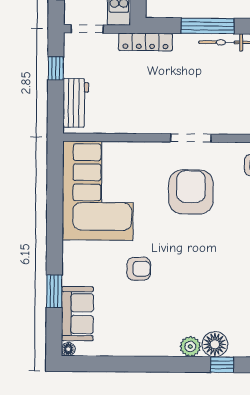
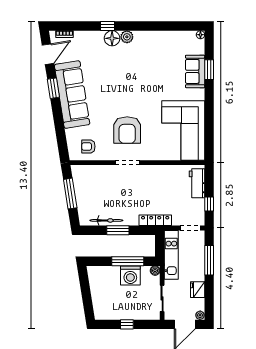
window: (208, 26) -> (118, 230), width x0.69
armchair: (139, 269) -> (158, 84), removed
sofa: (77, 314) -> (195, 71), moved

